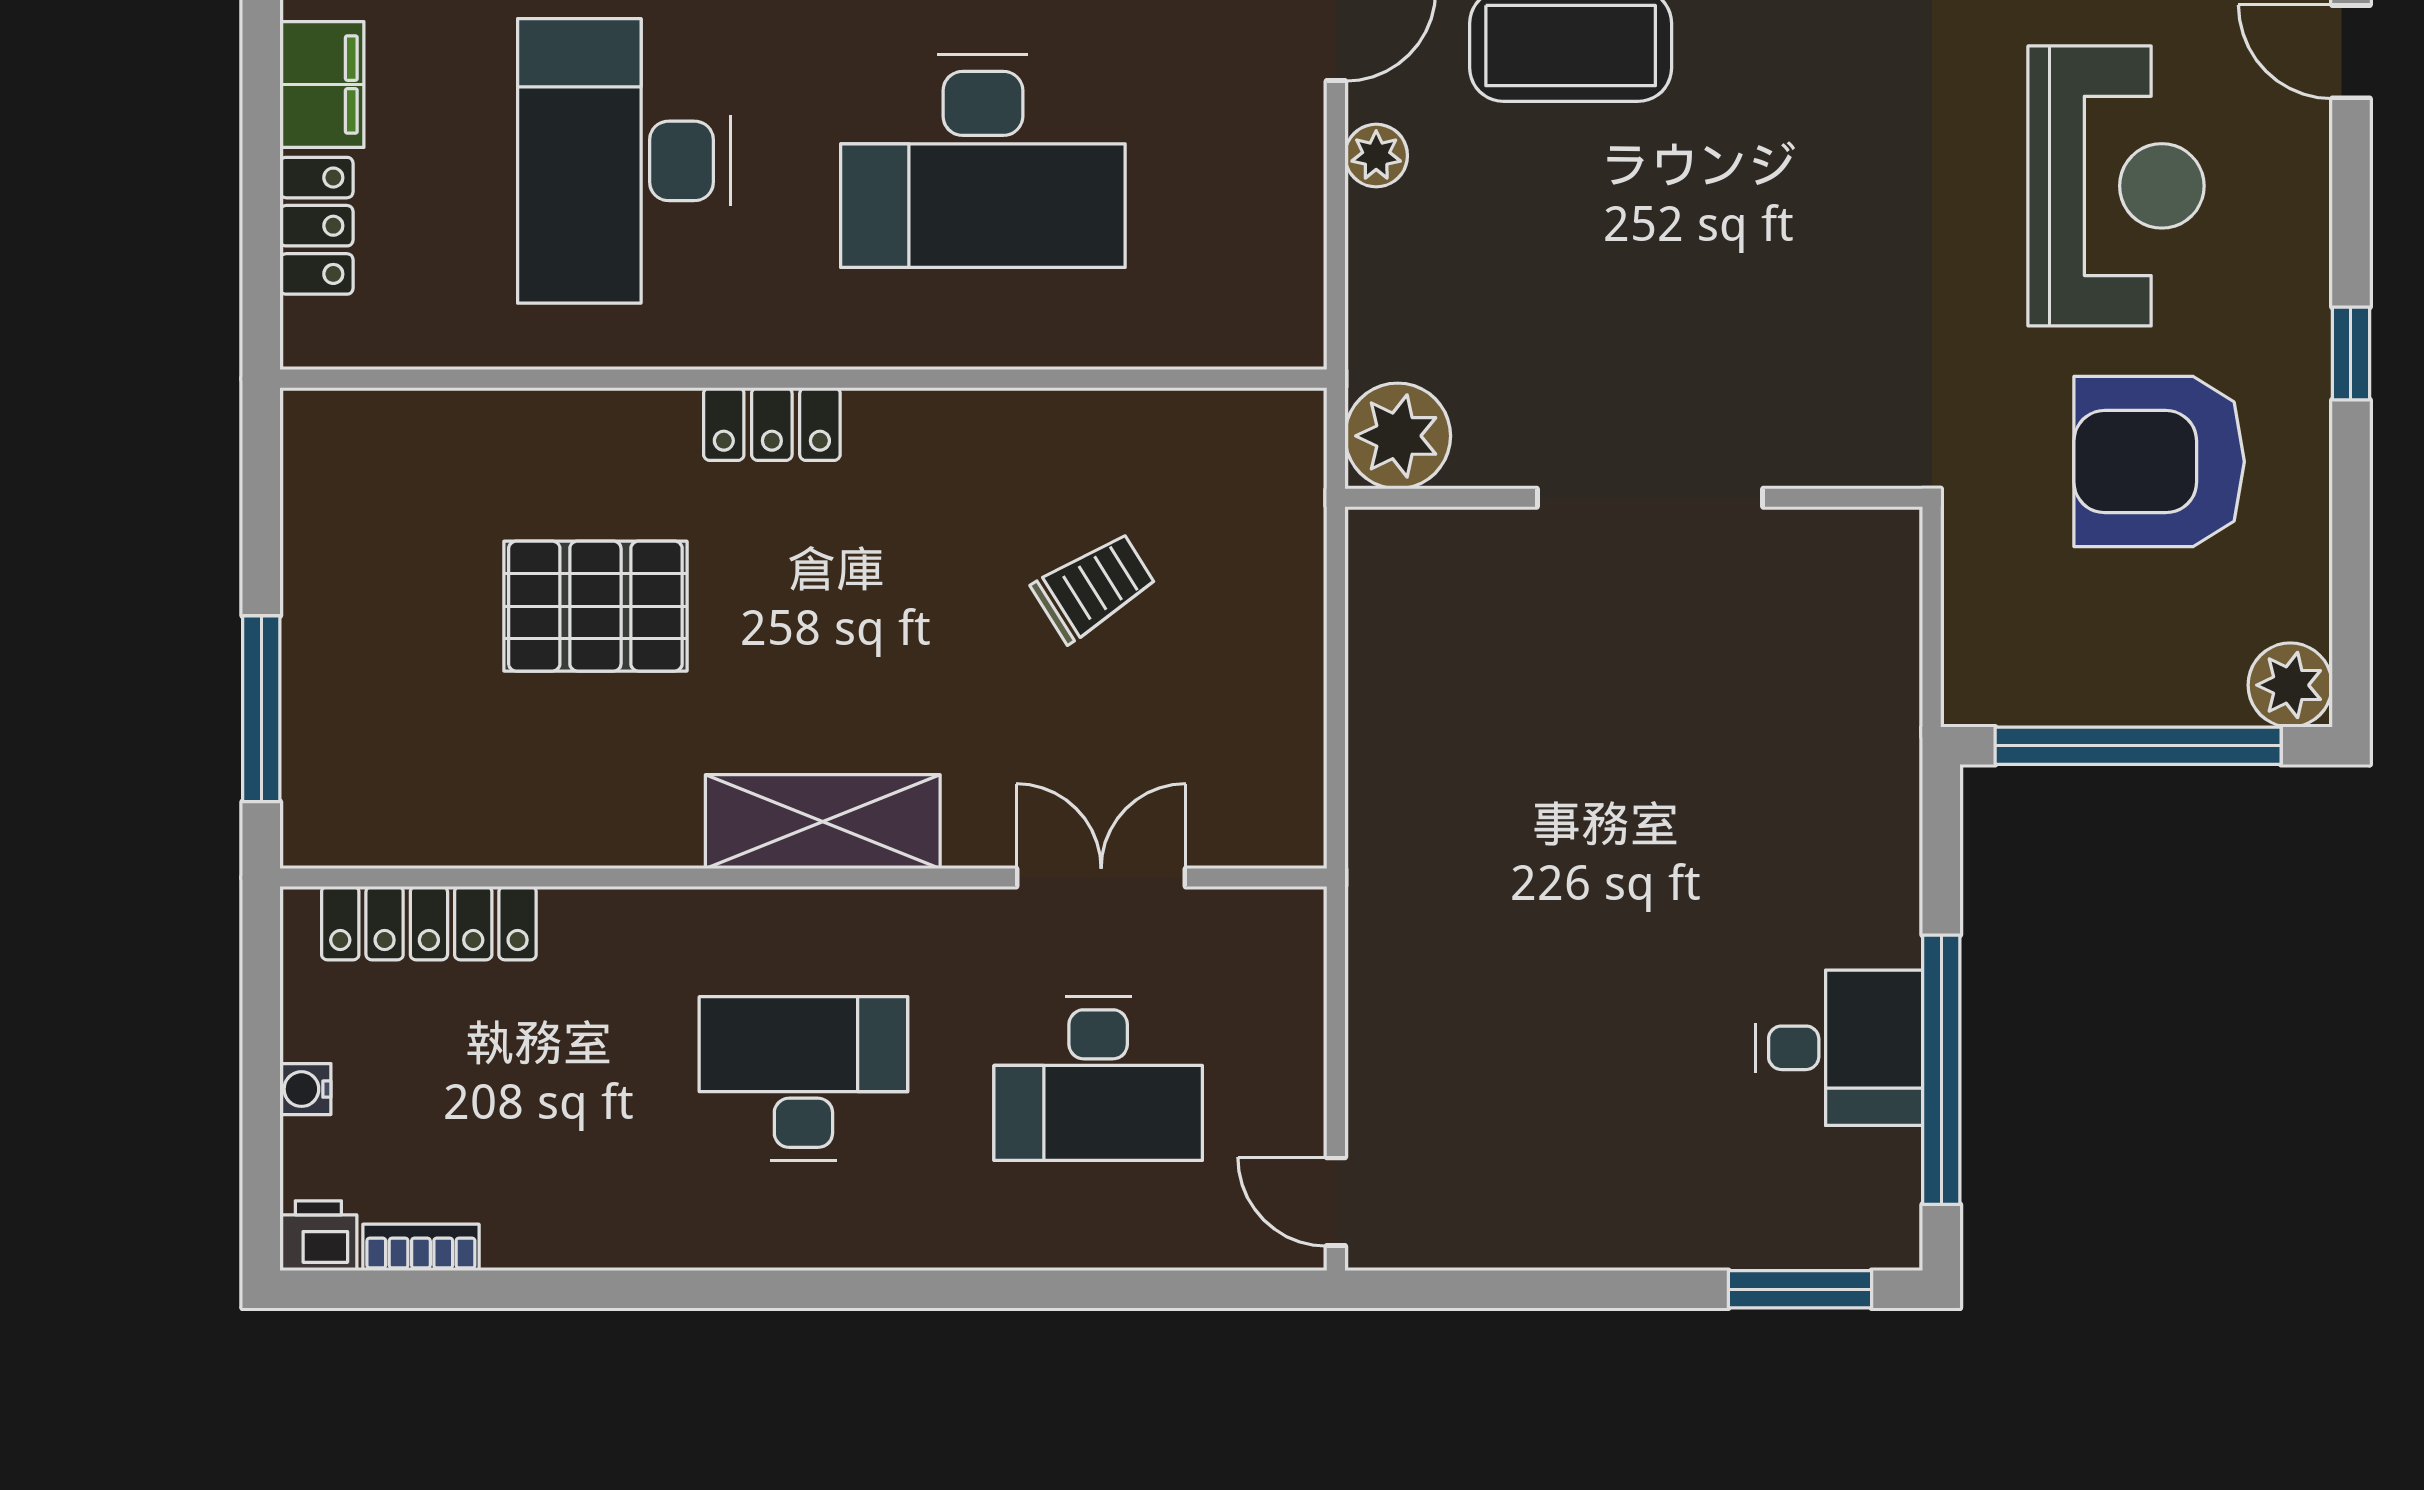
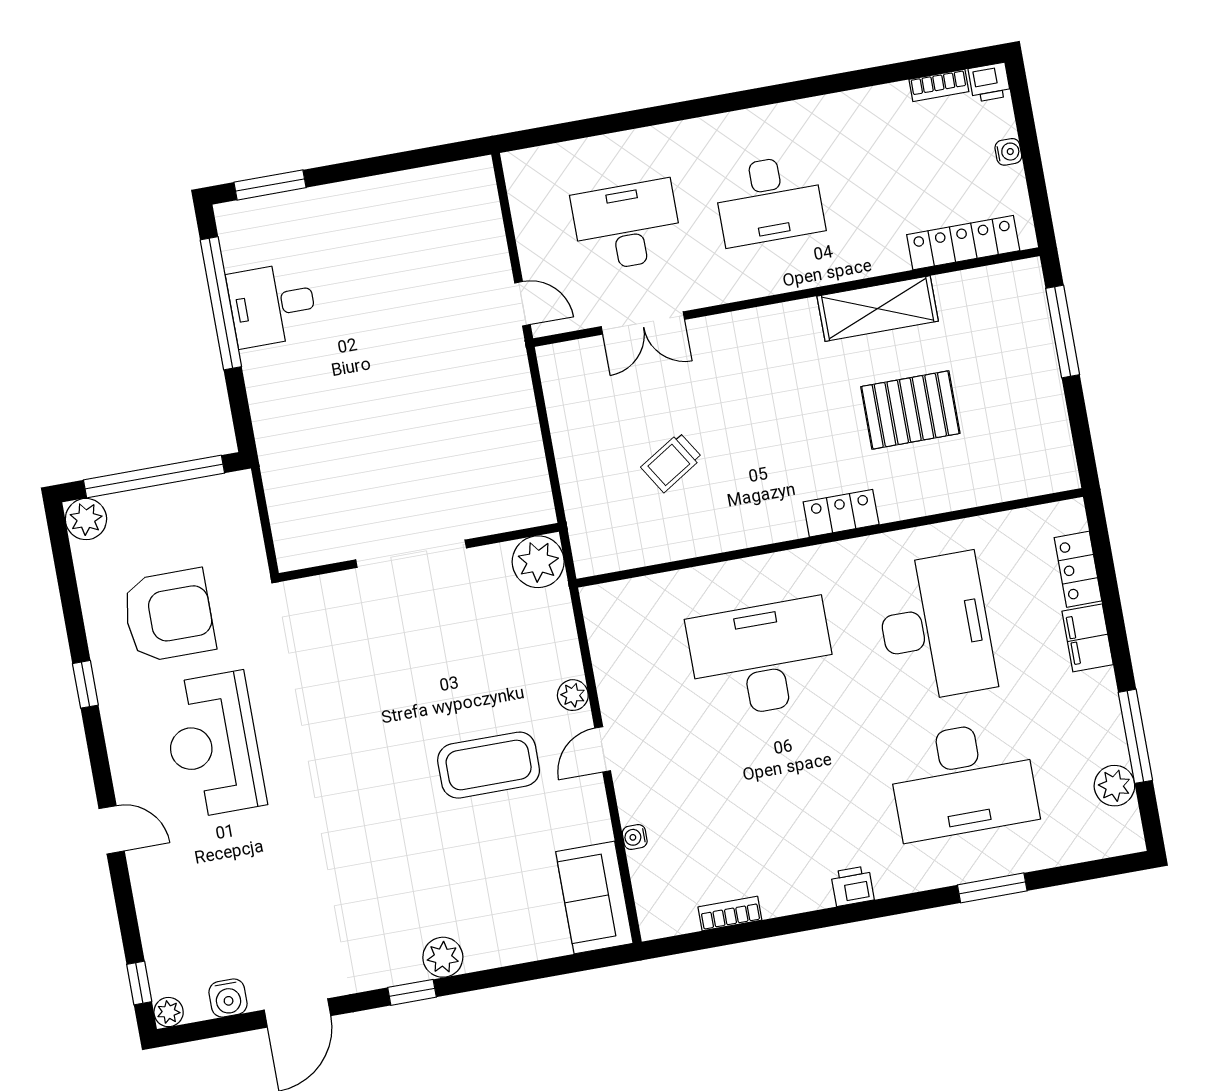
shelving: (823, 822) -> (878, 309), moved
door: (1336, 1202) -> (522, 304), moved

